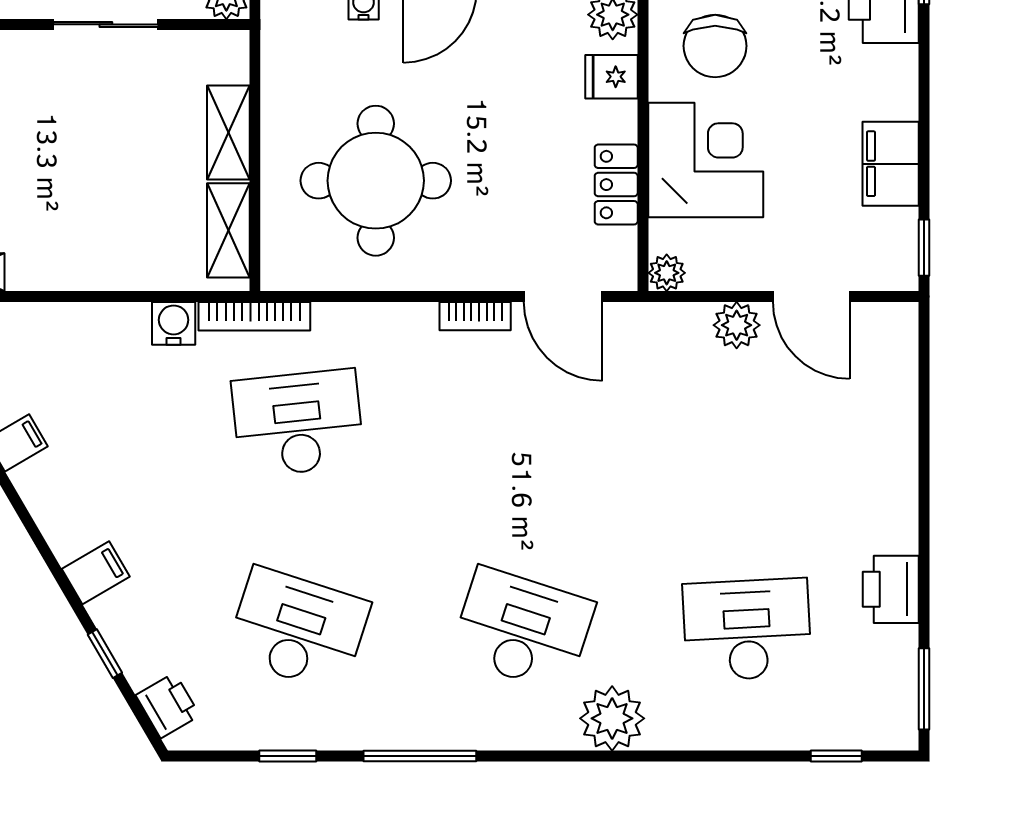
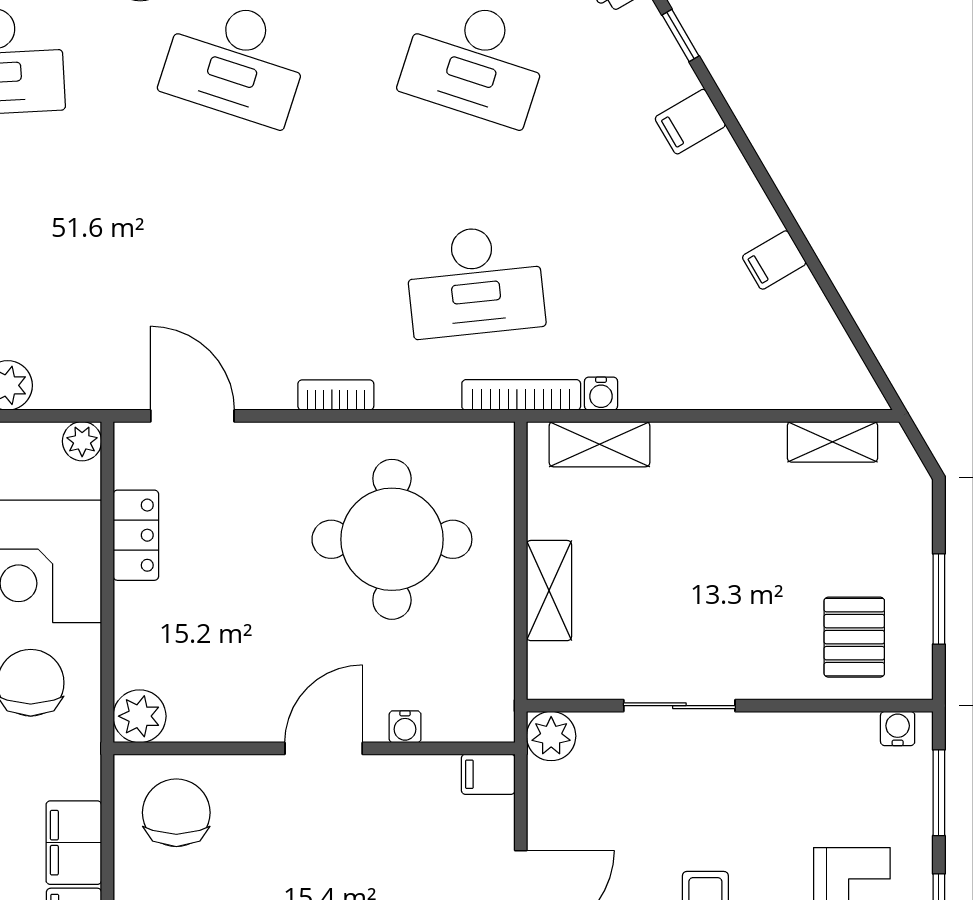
fridge: (611, 77) -> (141, 650), removed
shelving: (228, 230) -> (599, 444), moved, turned 90
bookcase: (475, 316) -> (336, 395), moved
water cooler: (174, 323) -> (601, 394), width x0.72, depth x0.72

